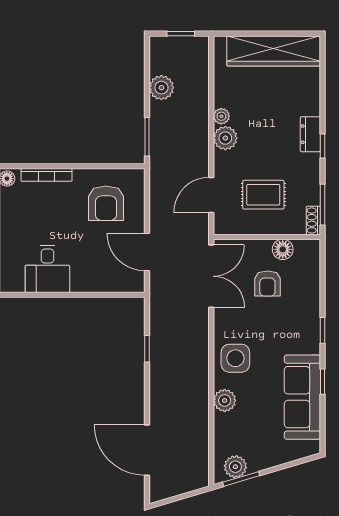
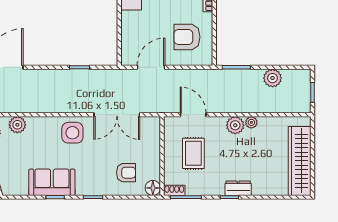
floor lamp: (283, 249) -> (153, 188), moved
double door: (211, 276) -> (117, 115), moved
armchair: (267, 284) -> (126, 173), moved, turned 180
sofa: (302, 397) -> (52, 182), width x0.73
plant: (225, 400) -> (17, 125), moved

